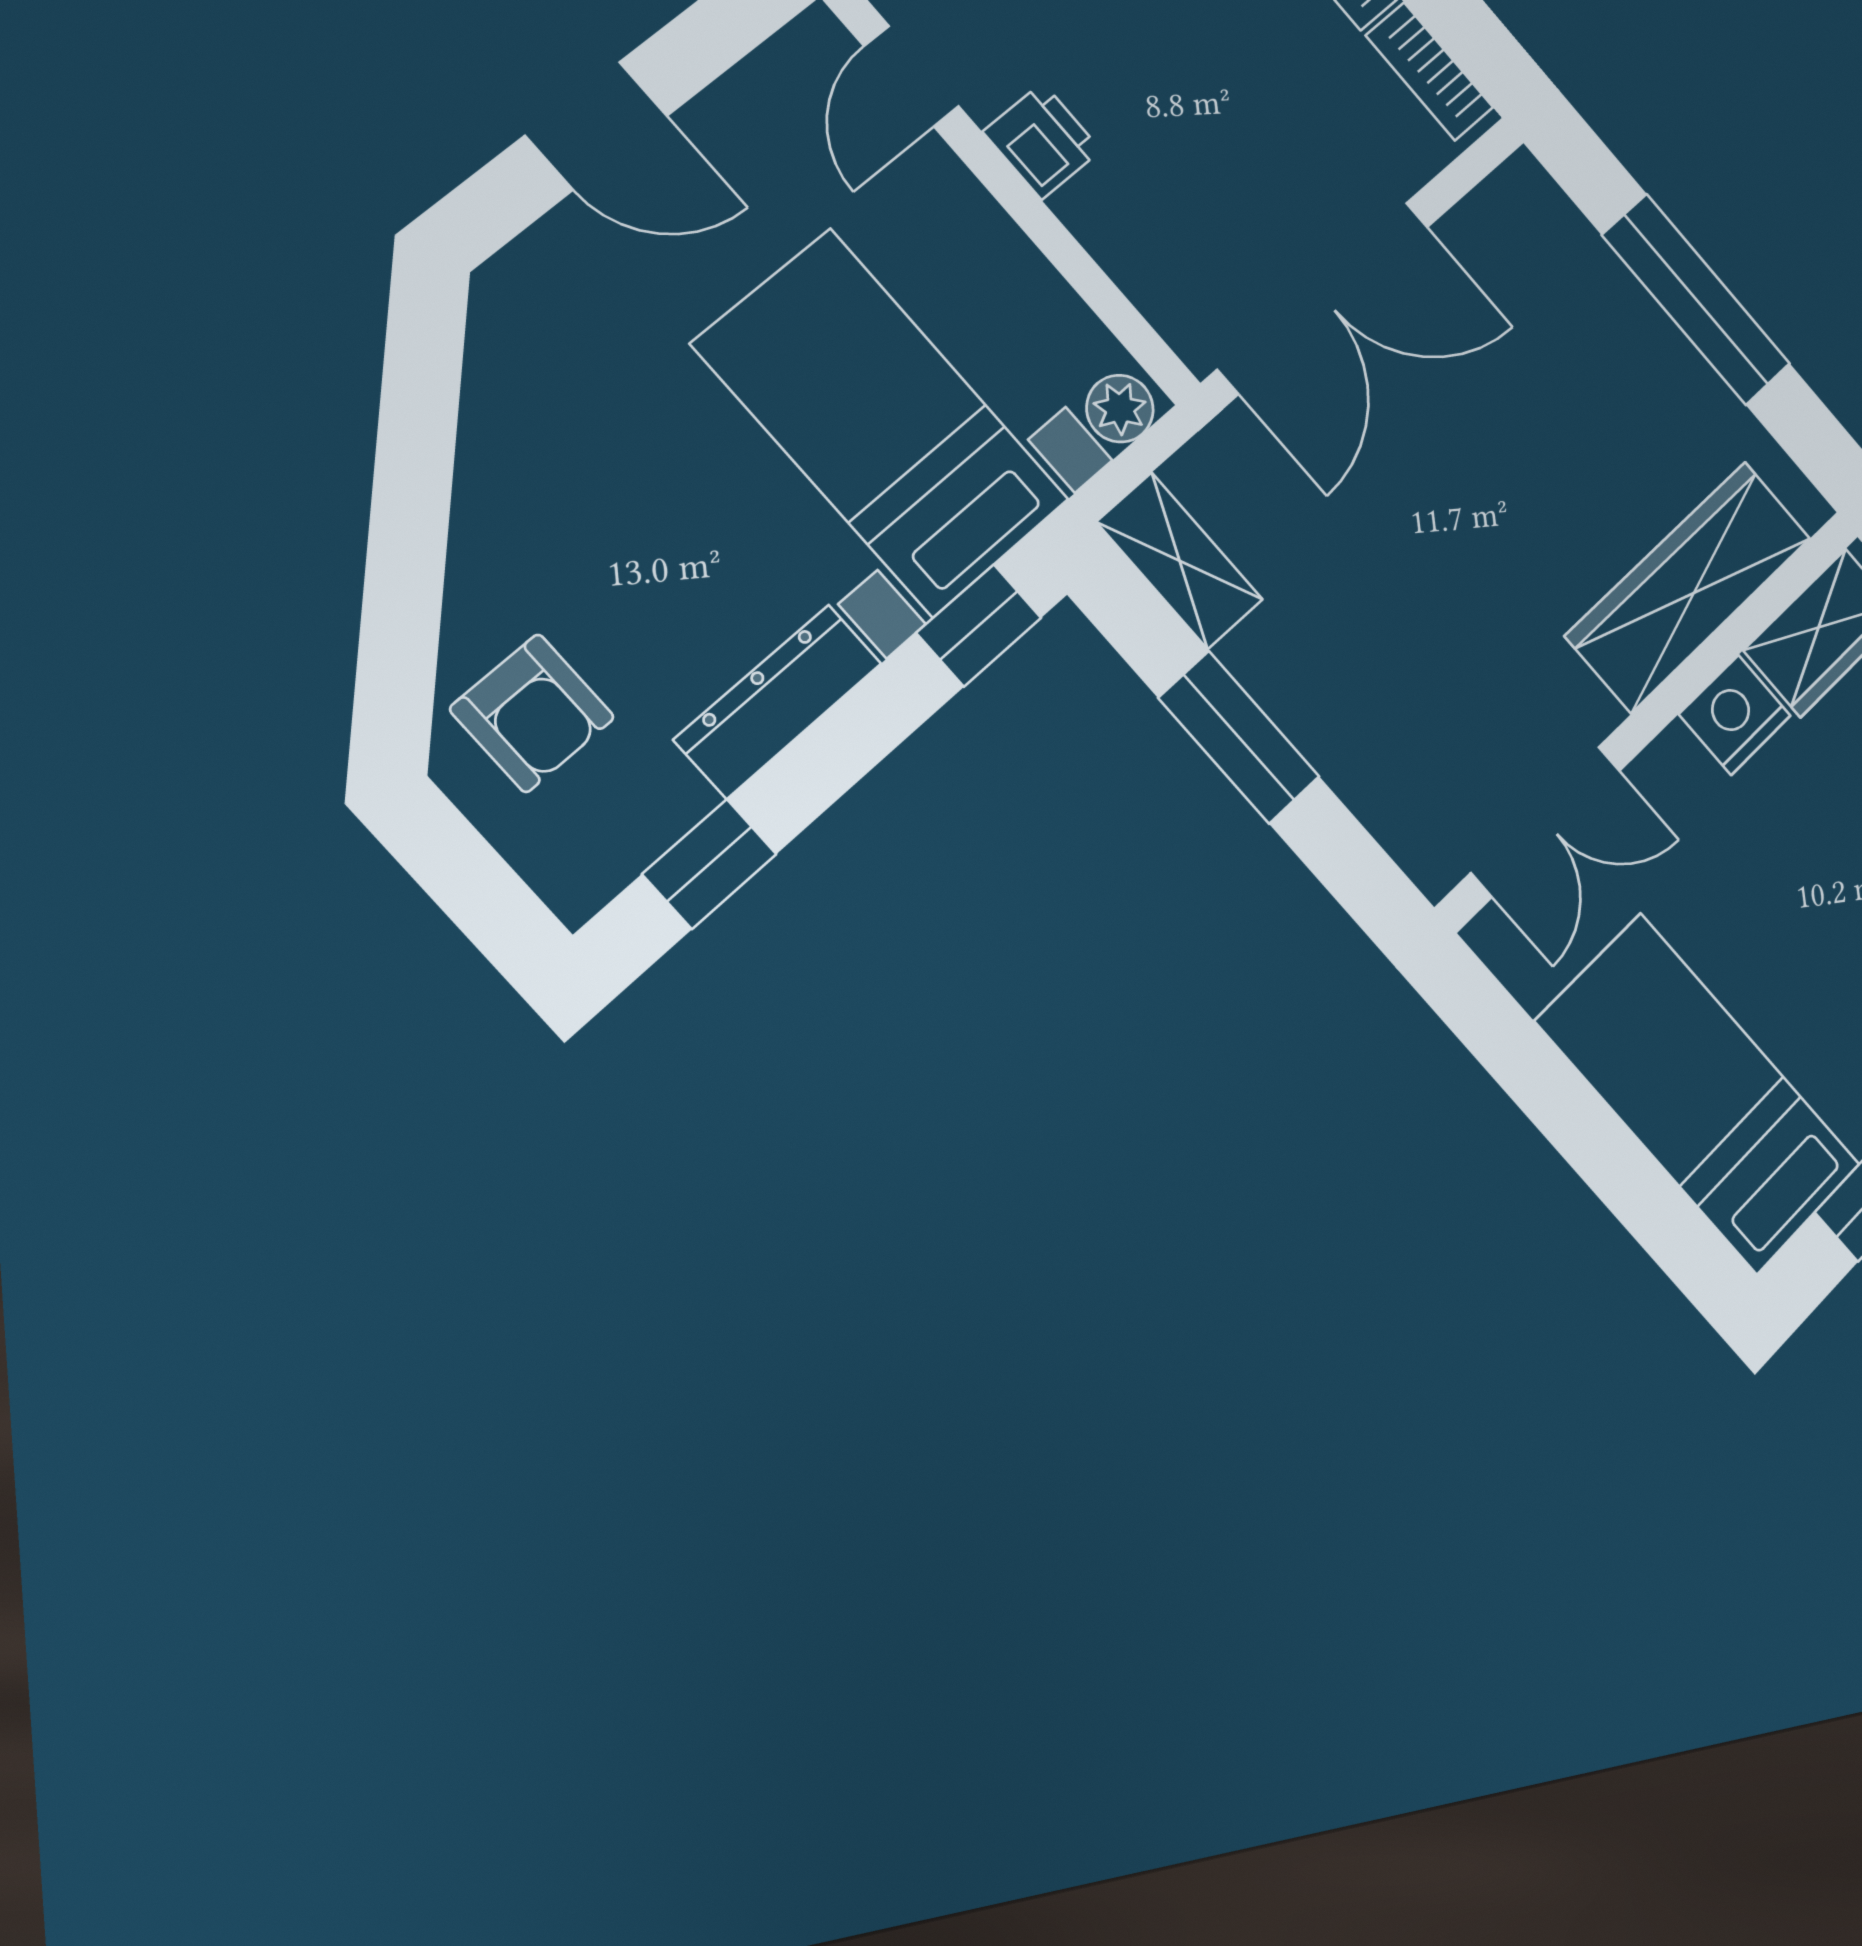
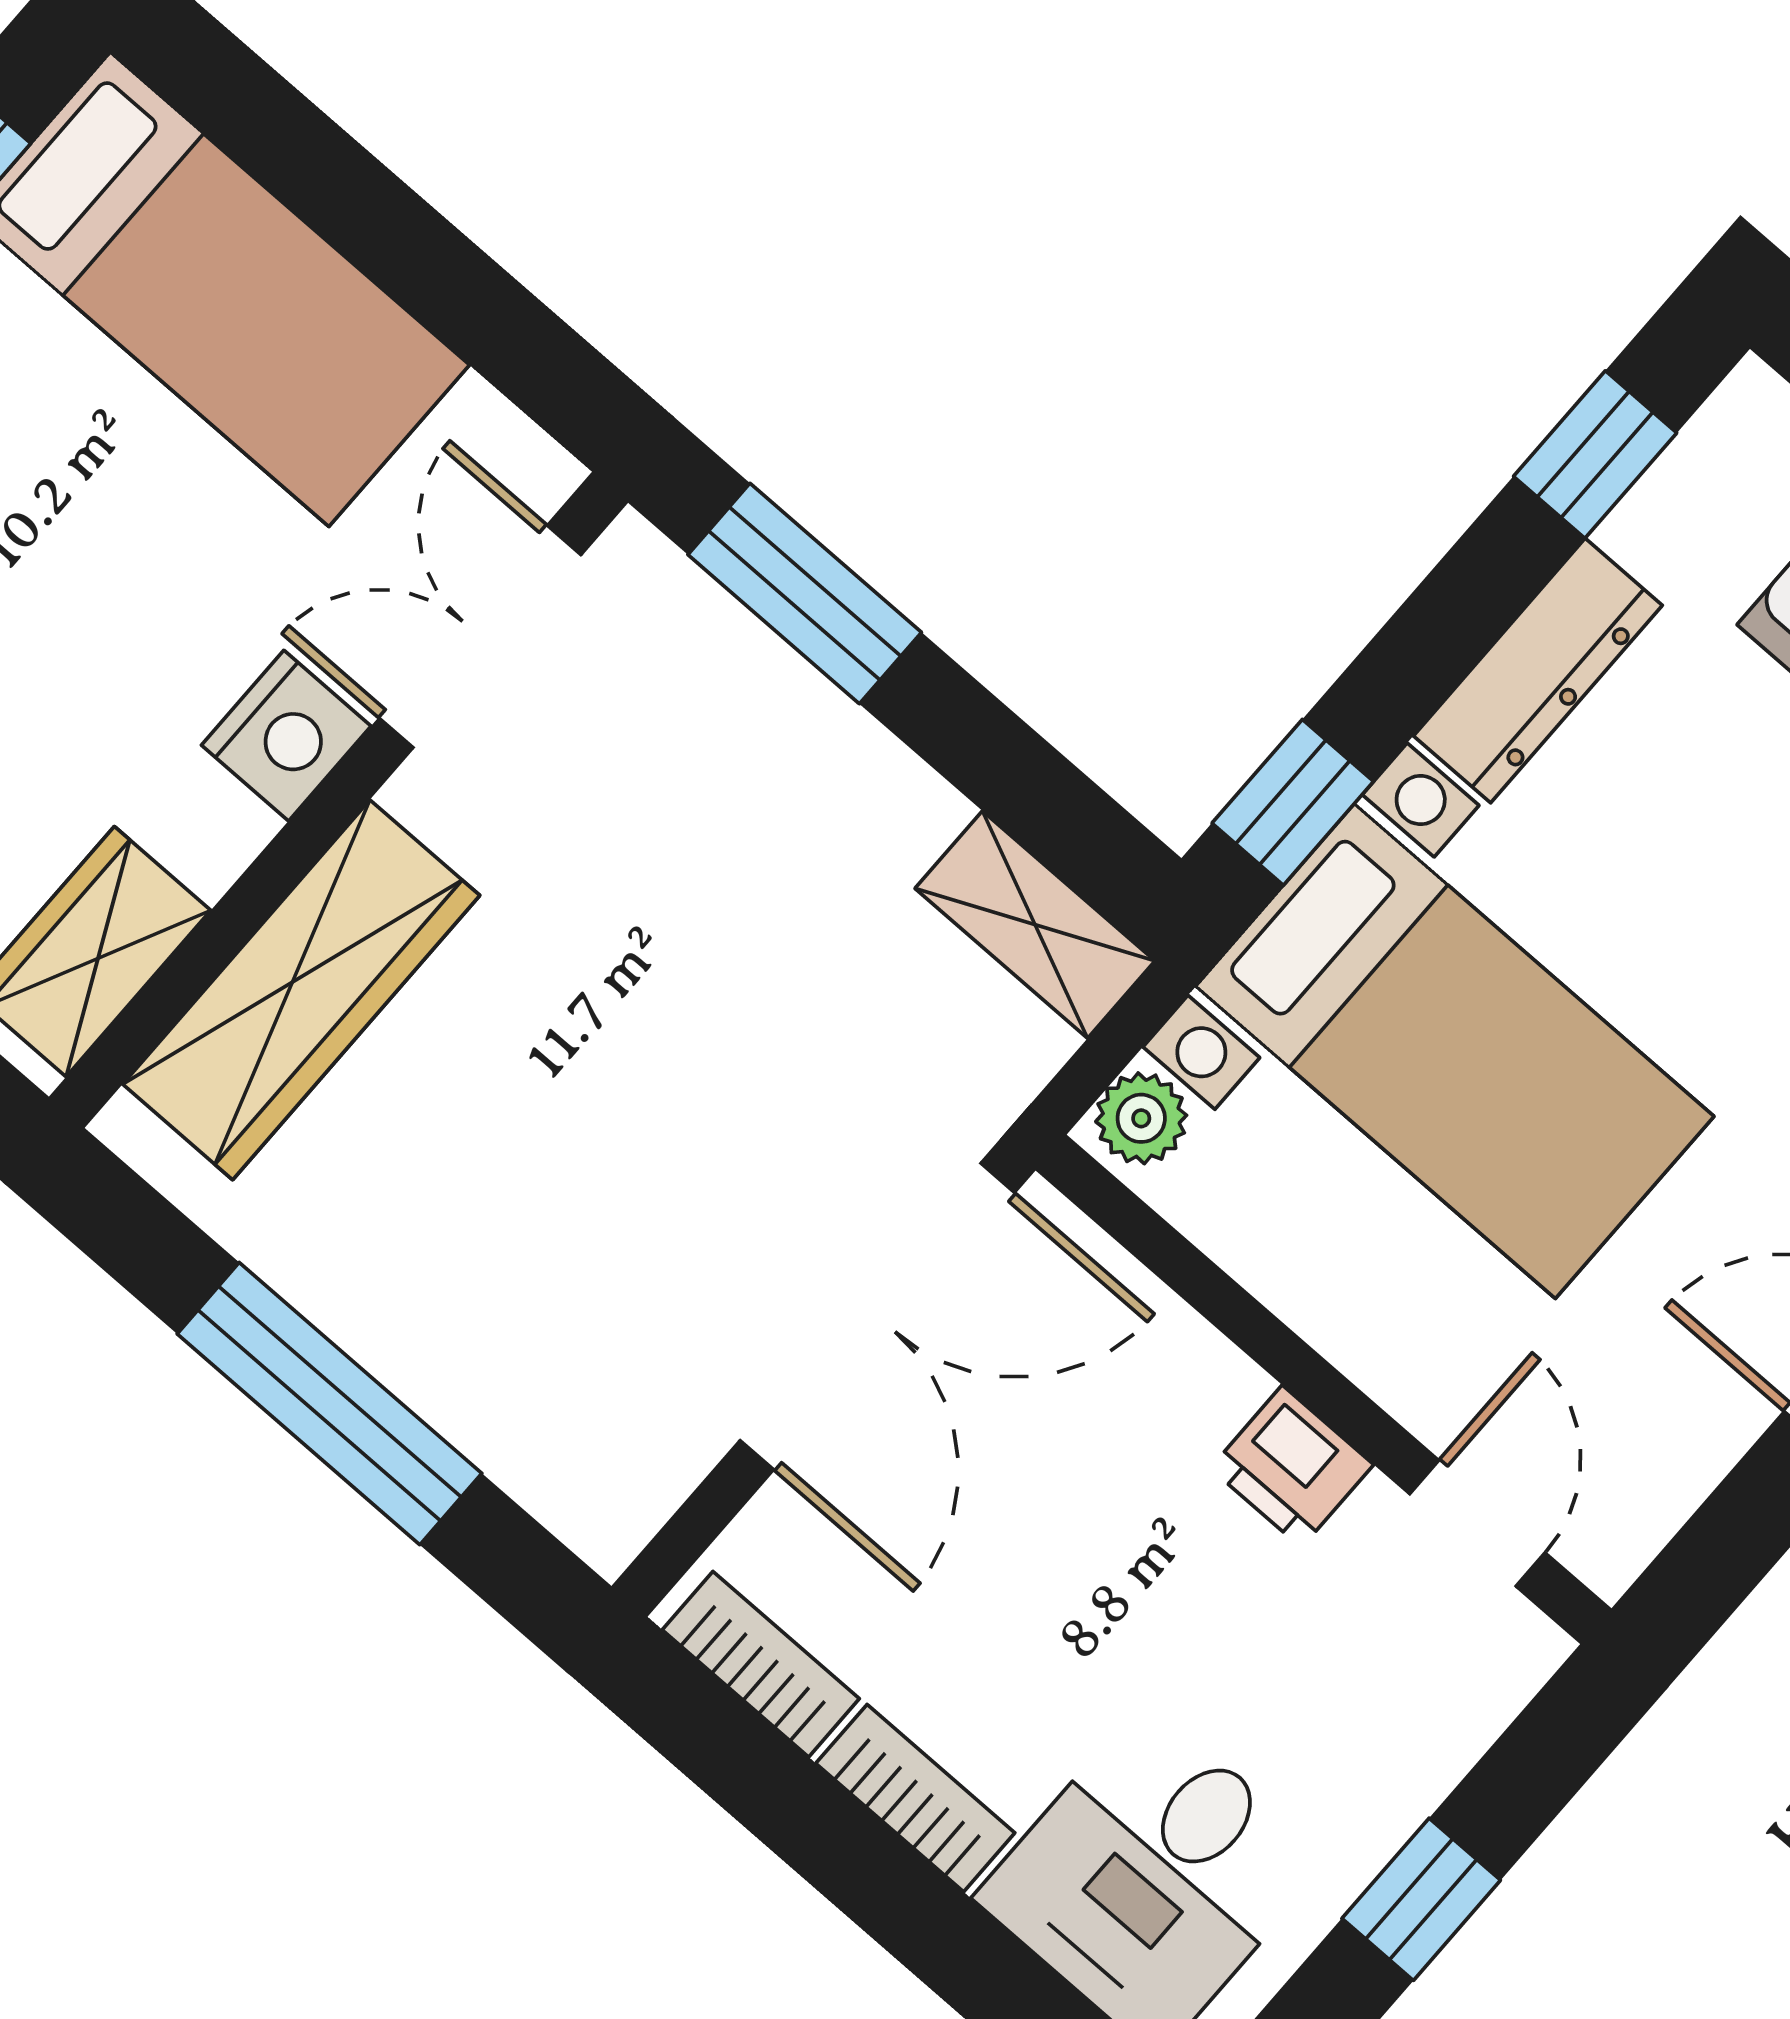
double door: (1324, 297) -> (877, 1316), swing flipped
nightstand: (1735, 715) -> (286, 736), moved
window: (1239, 737) -> (805, 593), moved

